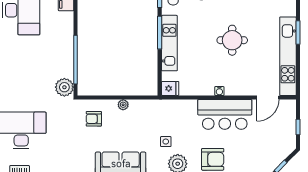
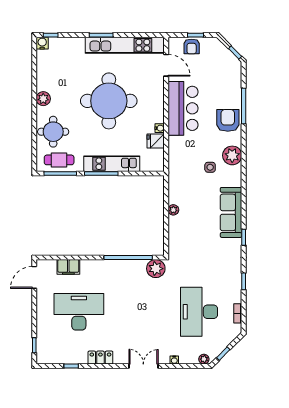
round table: (232, 40) -> (109, 101), width x1.86, depth x1.86
fridge: (170, 88) -> (156, 141), moved, turned -90
water cooler: (219, 91) -> (160, 128), moved
armchair: (94, 119) -> (192, 46), moved

